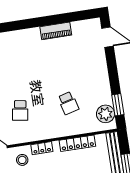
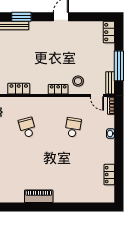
piano: (56, 31) -> (39, 196), moved
locker: (77, 143) -> (19, 89), width x0.66

